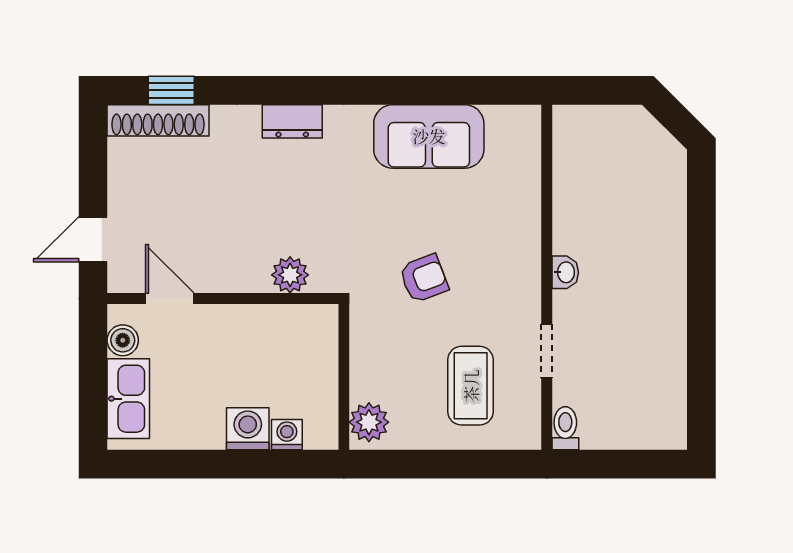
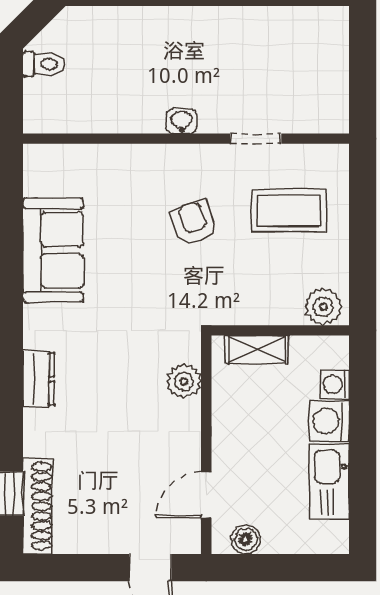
armchair: (424, 278) -> (194, 222), moved
shelving: (324, 352) -> (257, 350), added
kitchen sink: (128, 399) -> (329, 482), moved, turned -90
toilet: (565, 428) -> (43, 64), moved, turned 180

